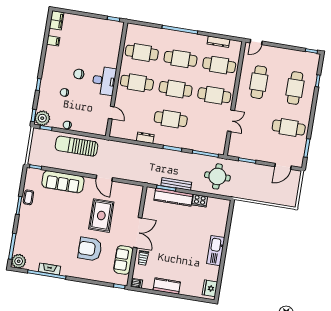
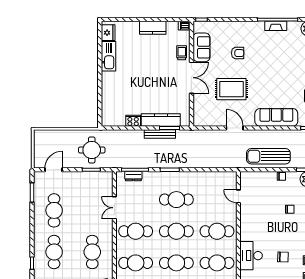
chair: (79, 74) -> (283, 257), moved
desk: (104, 81) -> (251, 256), moved
cafe table: (289, 128) -> (54, 210), turned 90
dresser: (145, 138) -> (133, 176), moved
sun lounger: (77, 146) -> (268, 156), turned 180
round table: (217, 176) -> (92, 150), moved
rug: (101, 216) -> (231, 89), turned 90
double door: (138, 233) -> (191, 78), swing flipped
armchair: (90, 249) -> (238, 53), width x0.53, depth x0.53
kitchen sink: (216, 251) -> (108, 56), moved

